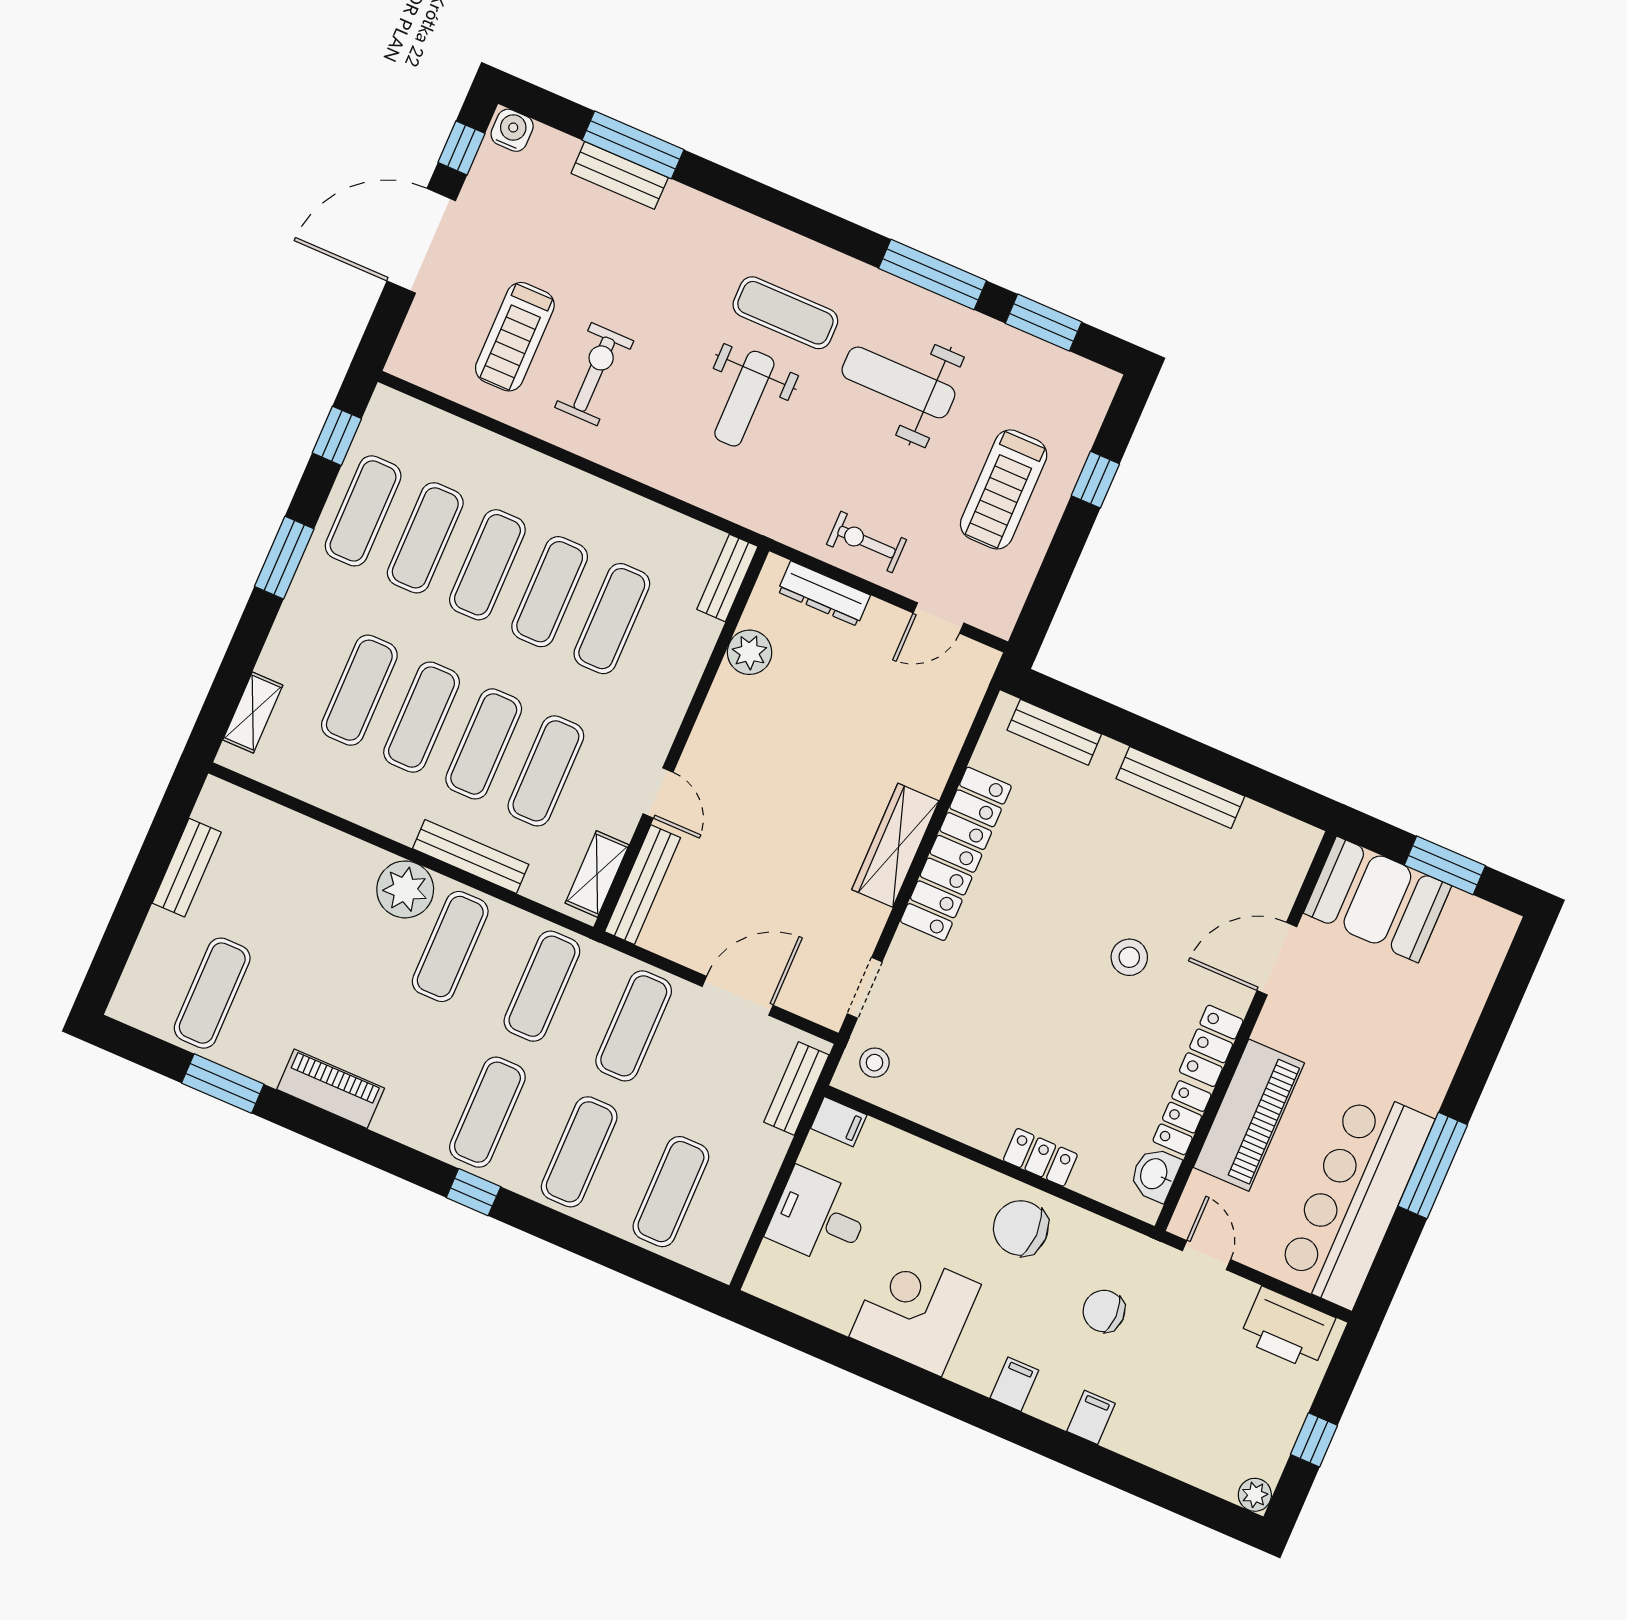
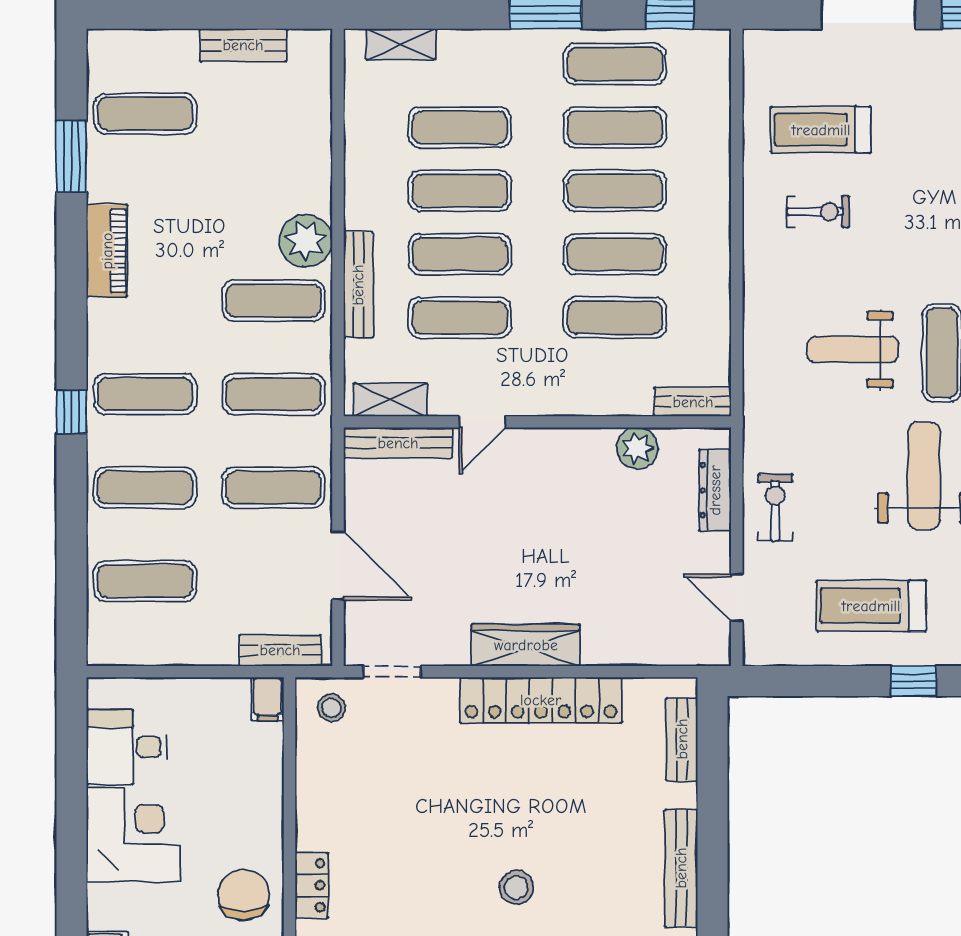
exercise bike: (594, 374) -> (818, 212), width x0.73, depth x0.72
desk: (819, 1217) -> (127, 747), moved, turned -90

